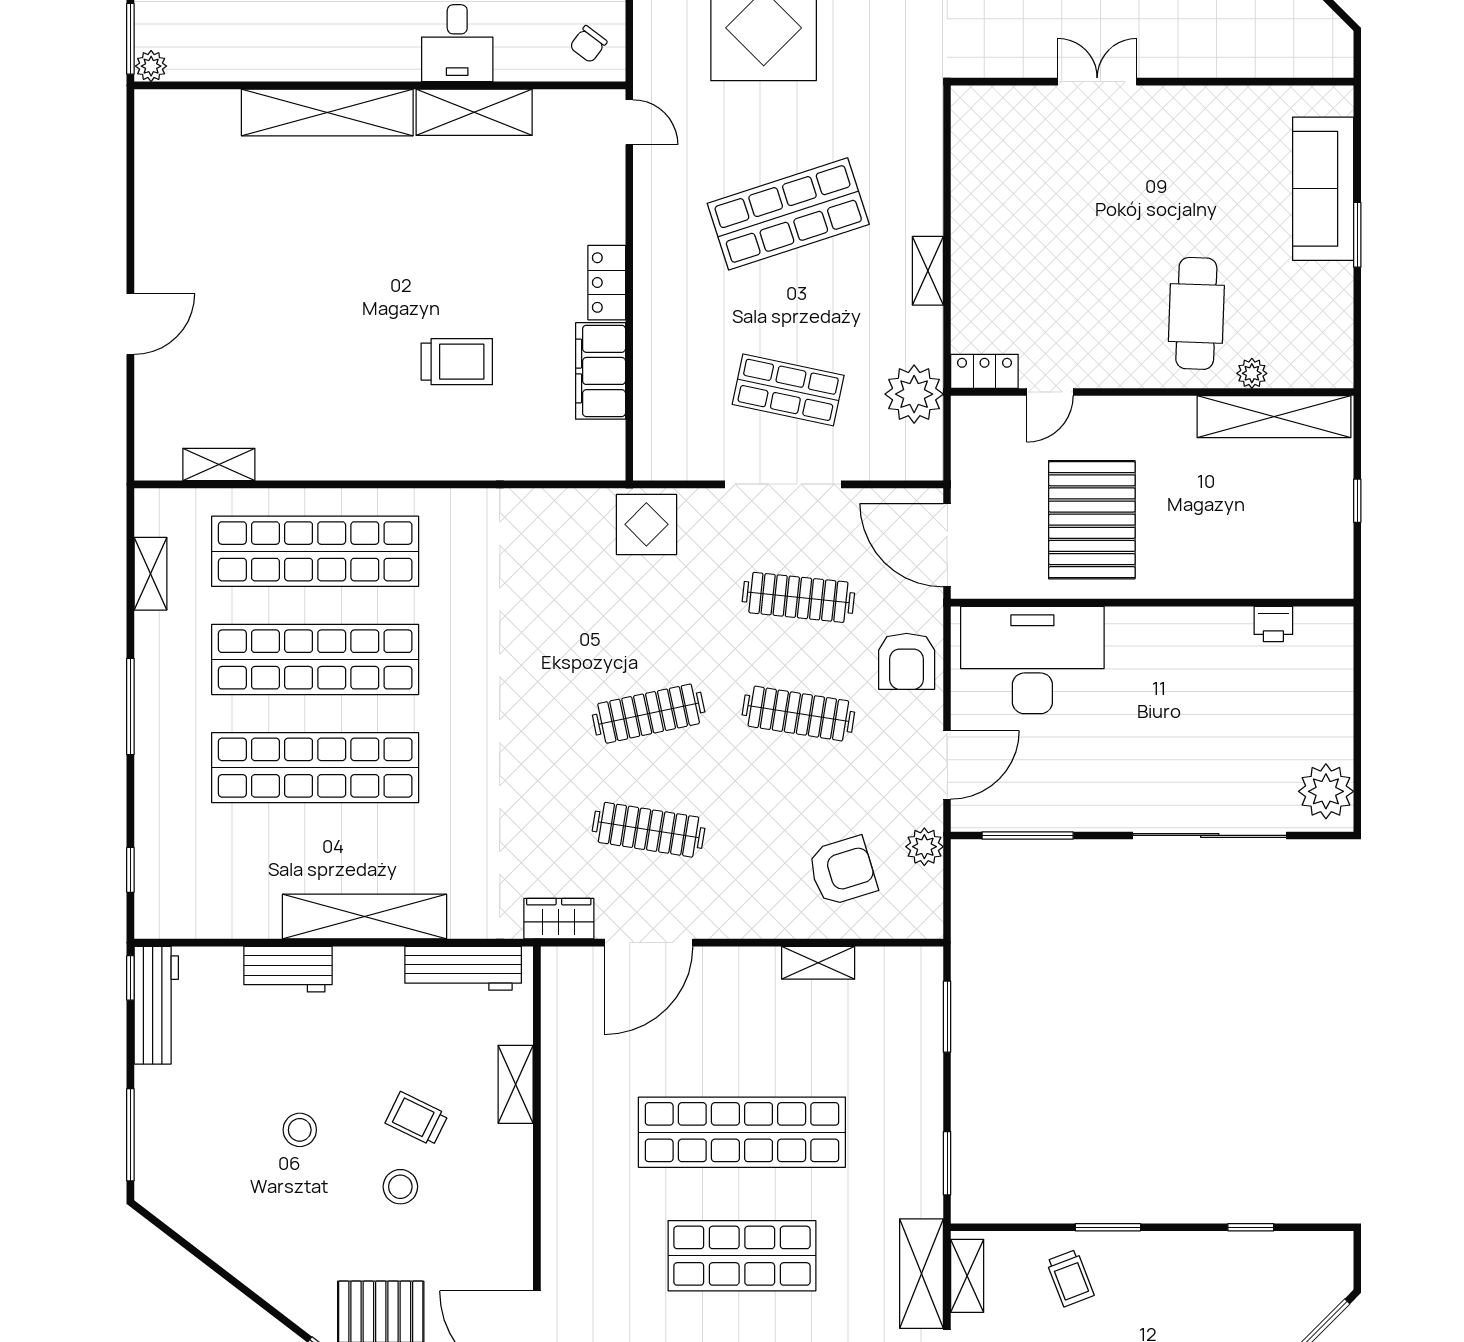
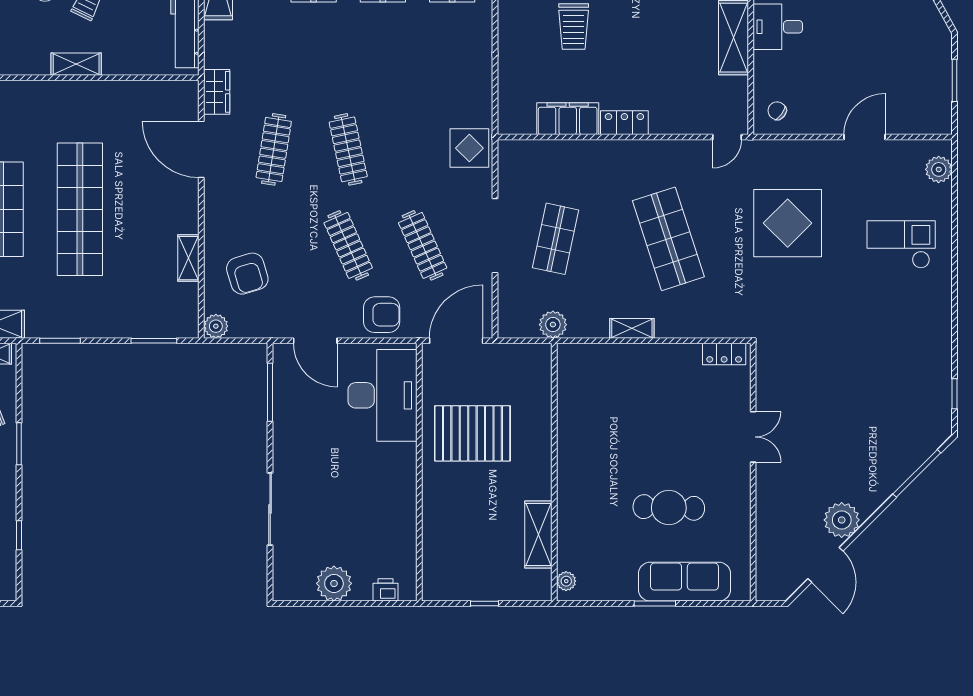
cafe table: (1196, 313) -> (669, 507), moved
locker: (984, 371) -> (724, 354), moved, turned 90
plant: (1252, 373) -> (566, 581), moved
door: (1050, 392) -> (554, 407), removed
plant: (914, 394) -> (553, 325), width x0.73, depth x0.73
shelving: (1274, 417) -> (538, 534), width x0.68
clothes rail: (798, 597) -> (423, 245), turned -30
printer: (1273, 624) -> (385, 590), moved, turned 90
armchair: (907, 661) -> (382, 315), turned 180
clothes rail: (798, 714) -> (348, 245), turned -33
plant: (1326, 791) -> (334, 583), moved
sliding door: (1210, 835) -> (270, 509), width x0.73
plant: (924, 847) -> (216, 326), moved
shelving: (516, 1084) -> (76, 64), moved

